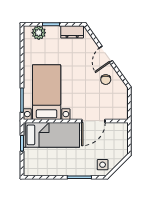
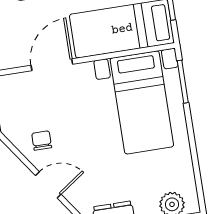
door: (106, 54) -> (48, 185), hinge flipped

